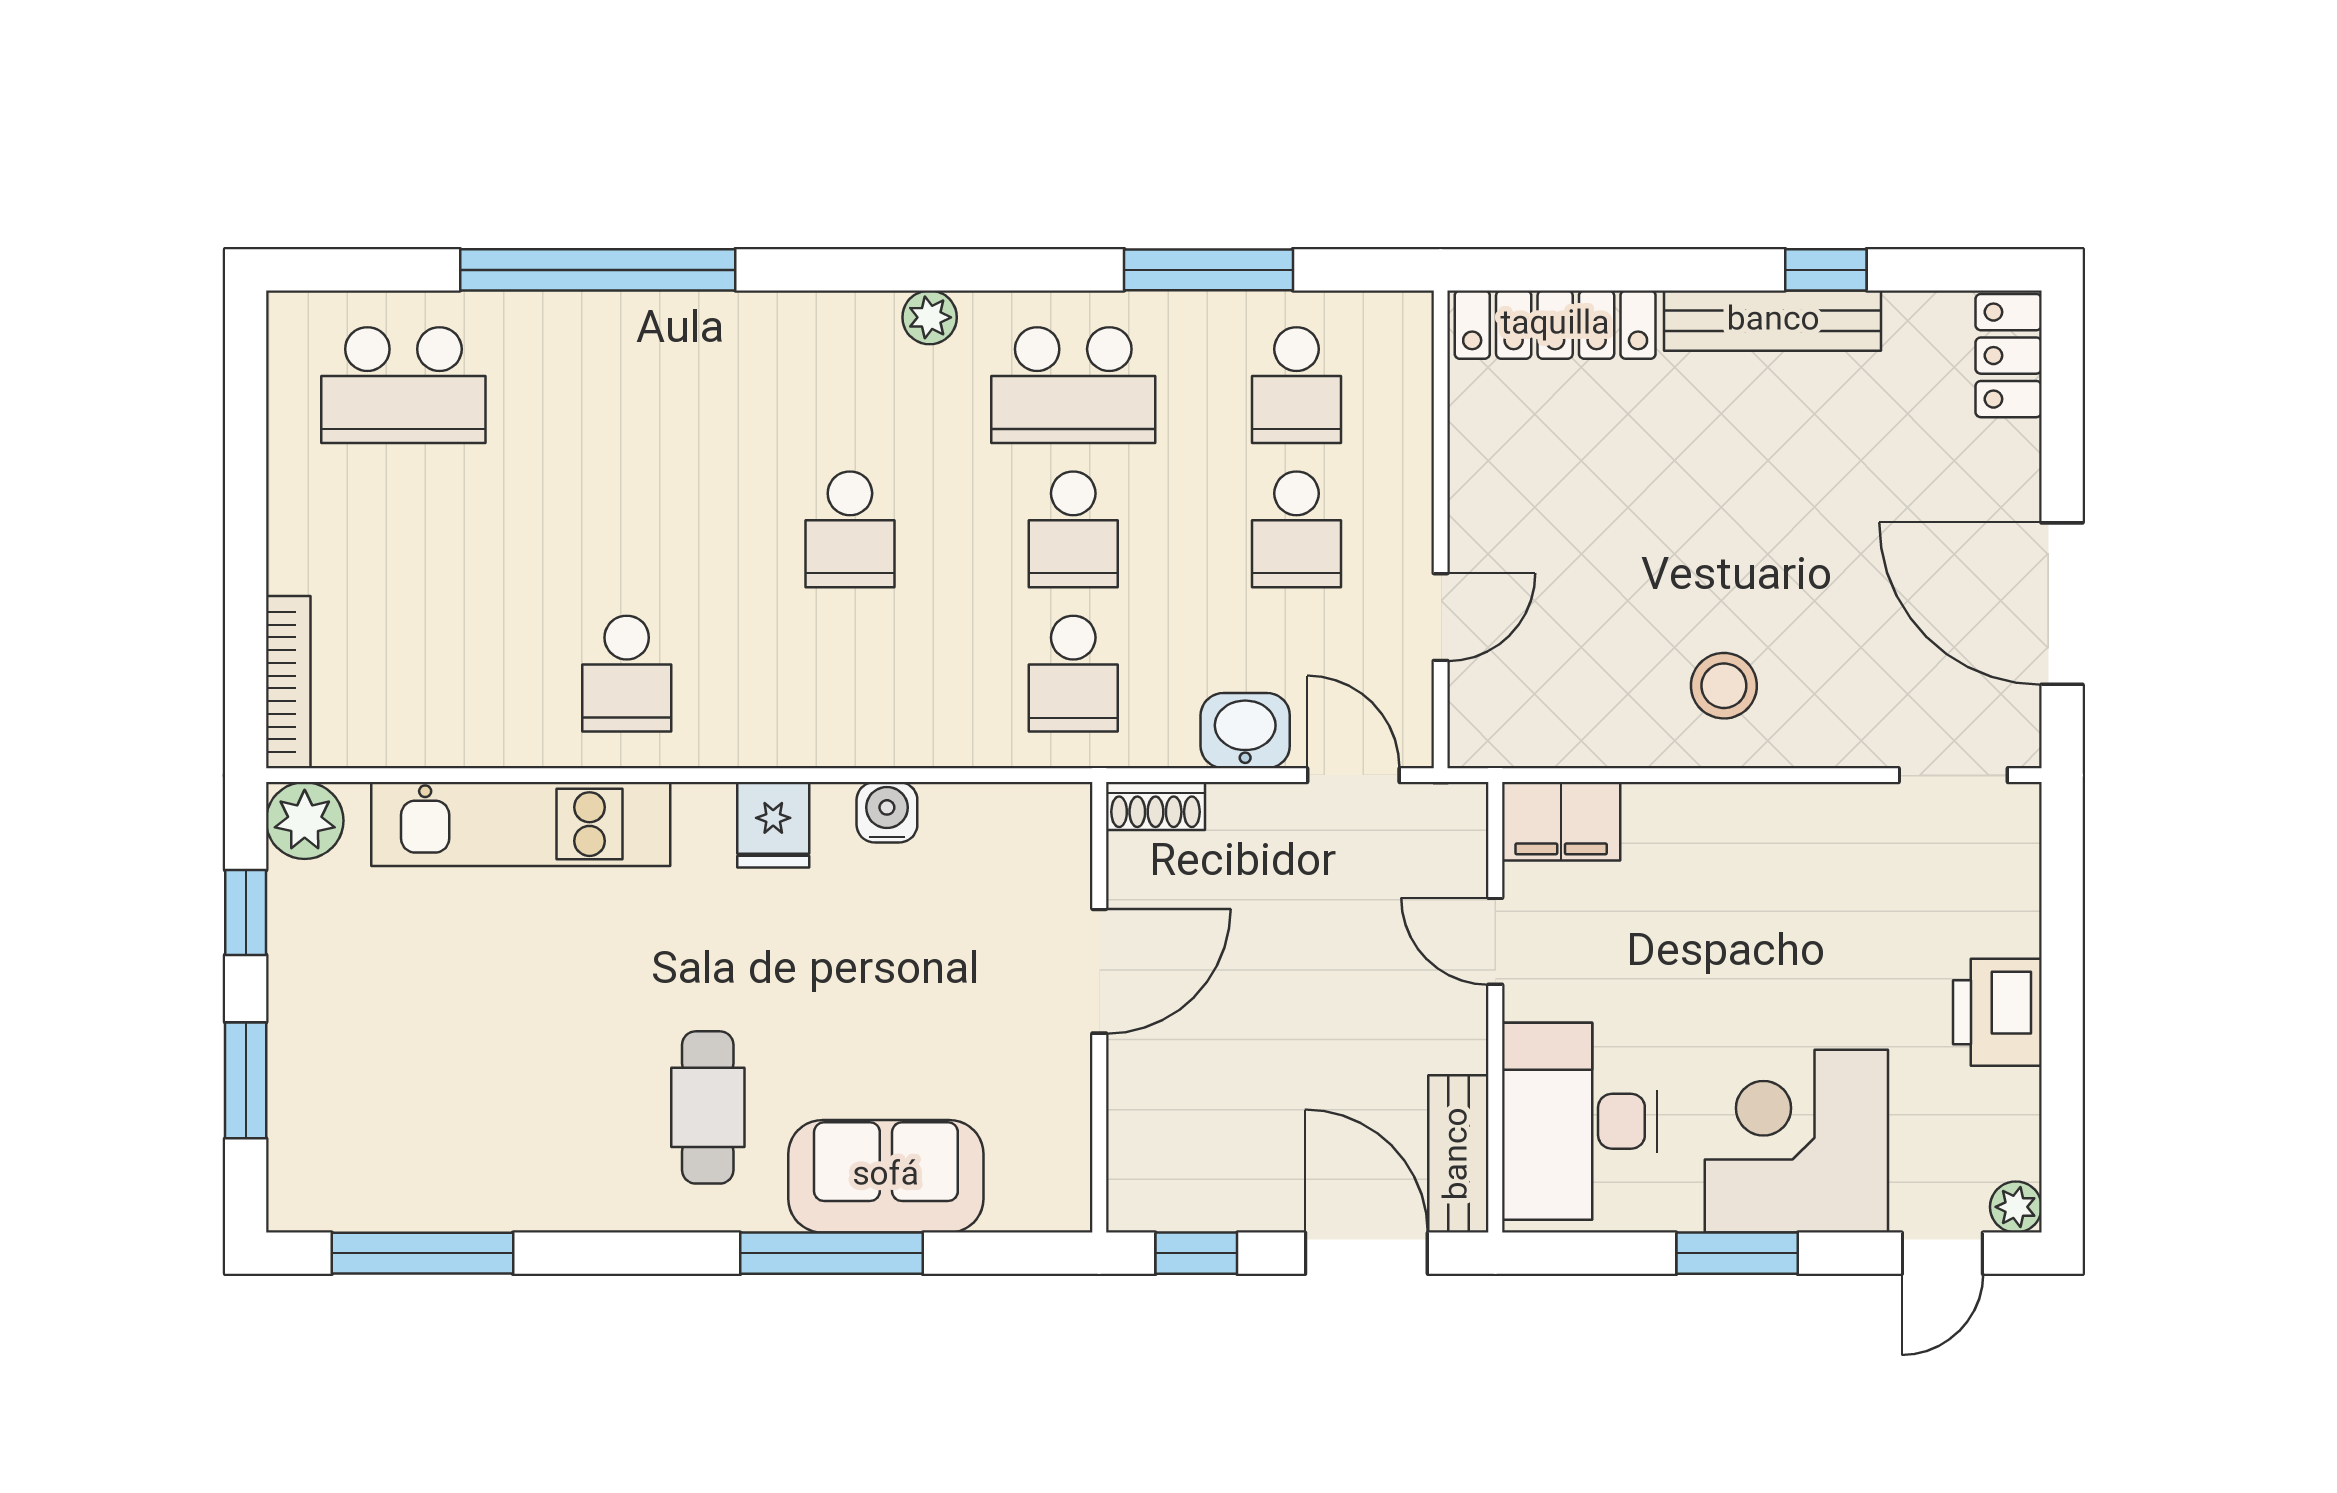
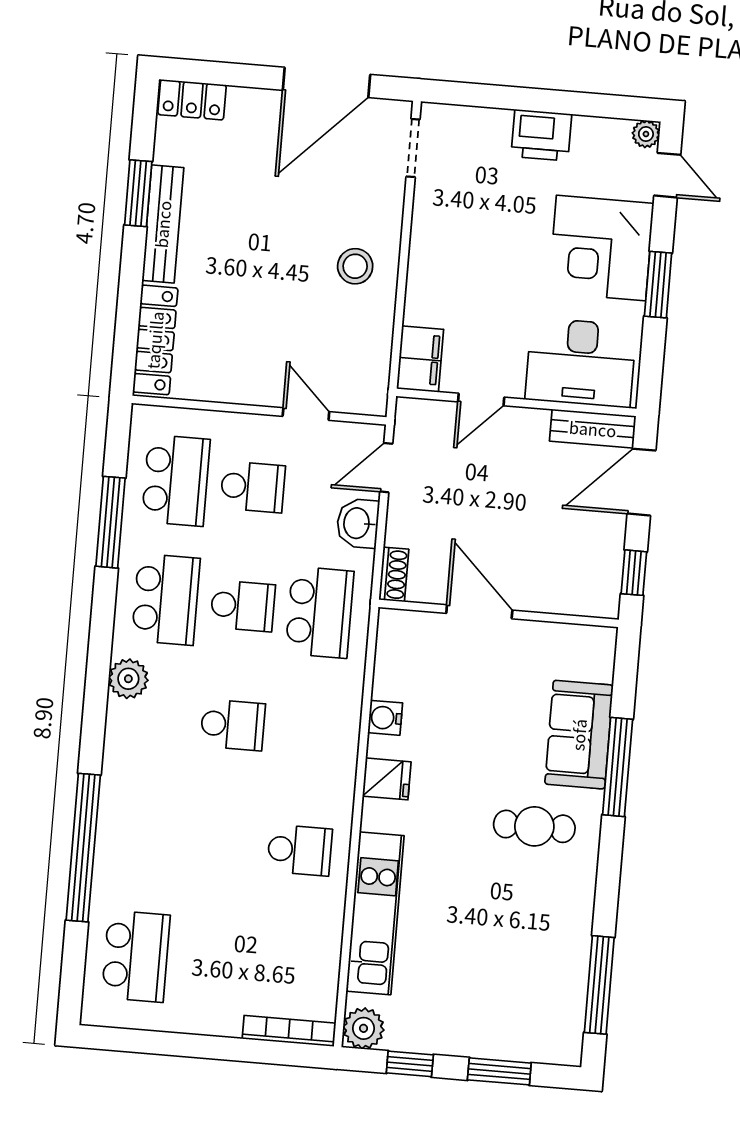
window: (1826, 270) -> (138, 193), width x1.50
plant: (930, 317) -> (128, 679), width x1.38, depth x1.38
school desk: (1297, 385) -> (176, 480), width x1.85
school desk: (1073, 674) -> (320, 612), width x1.85

